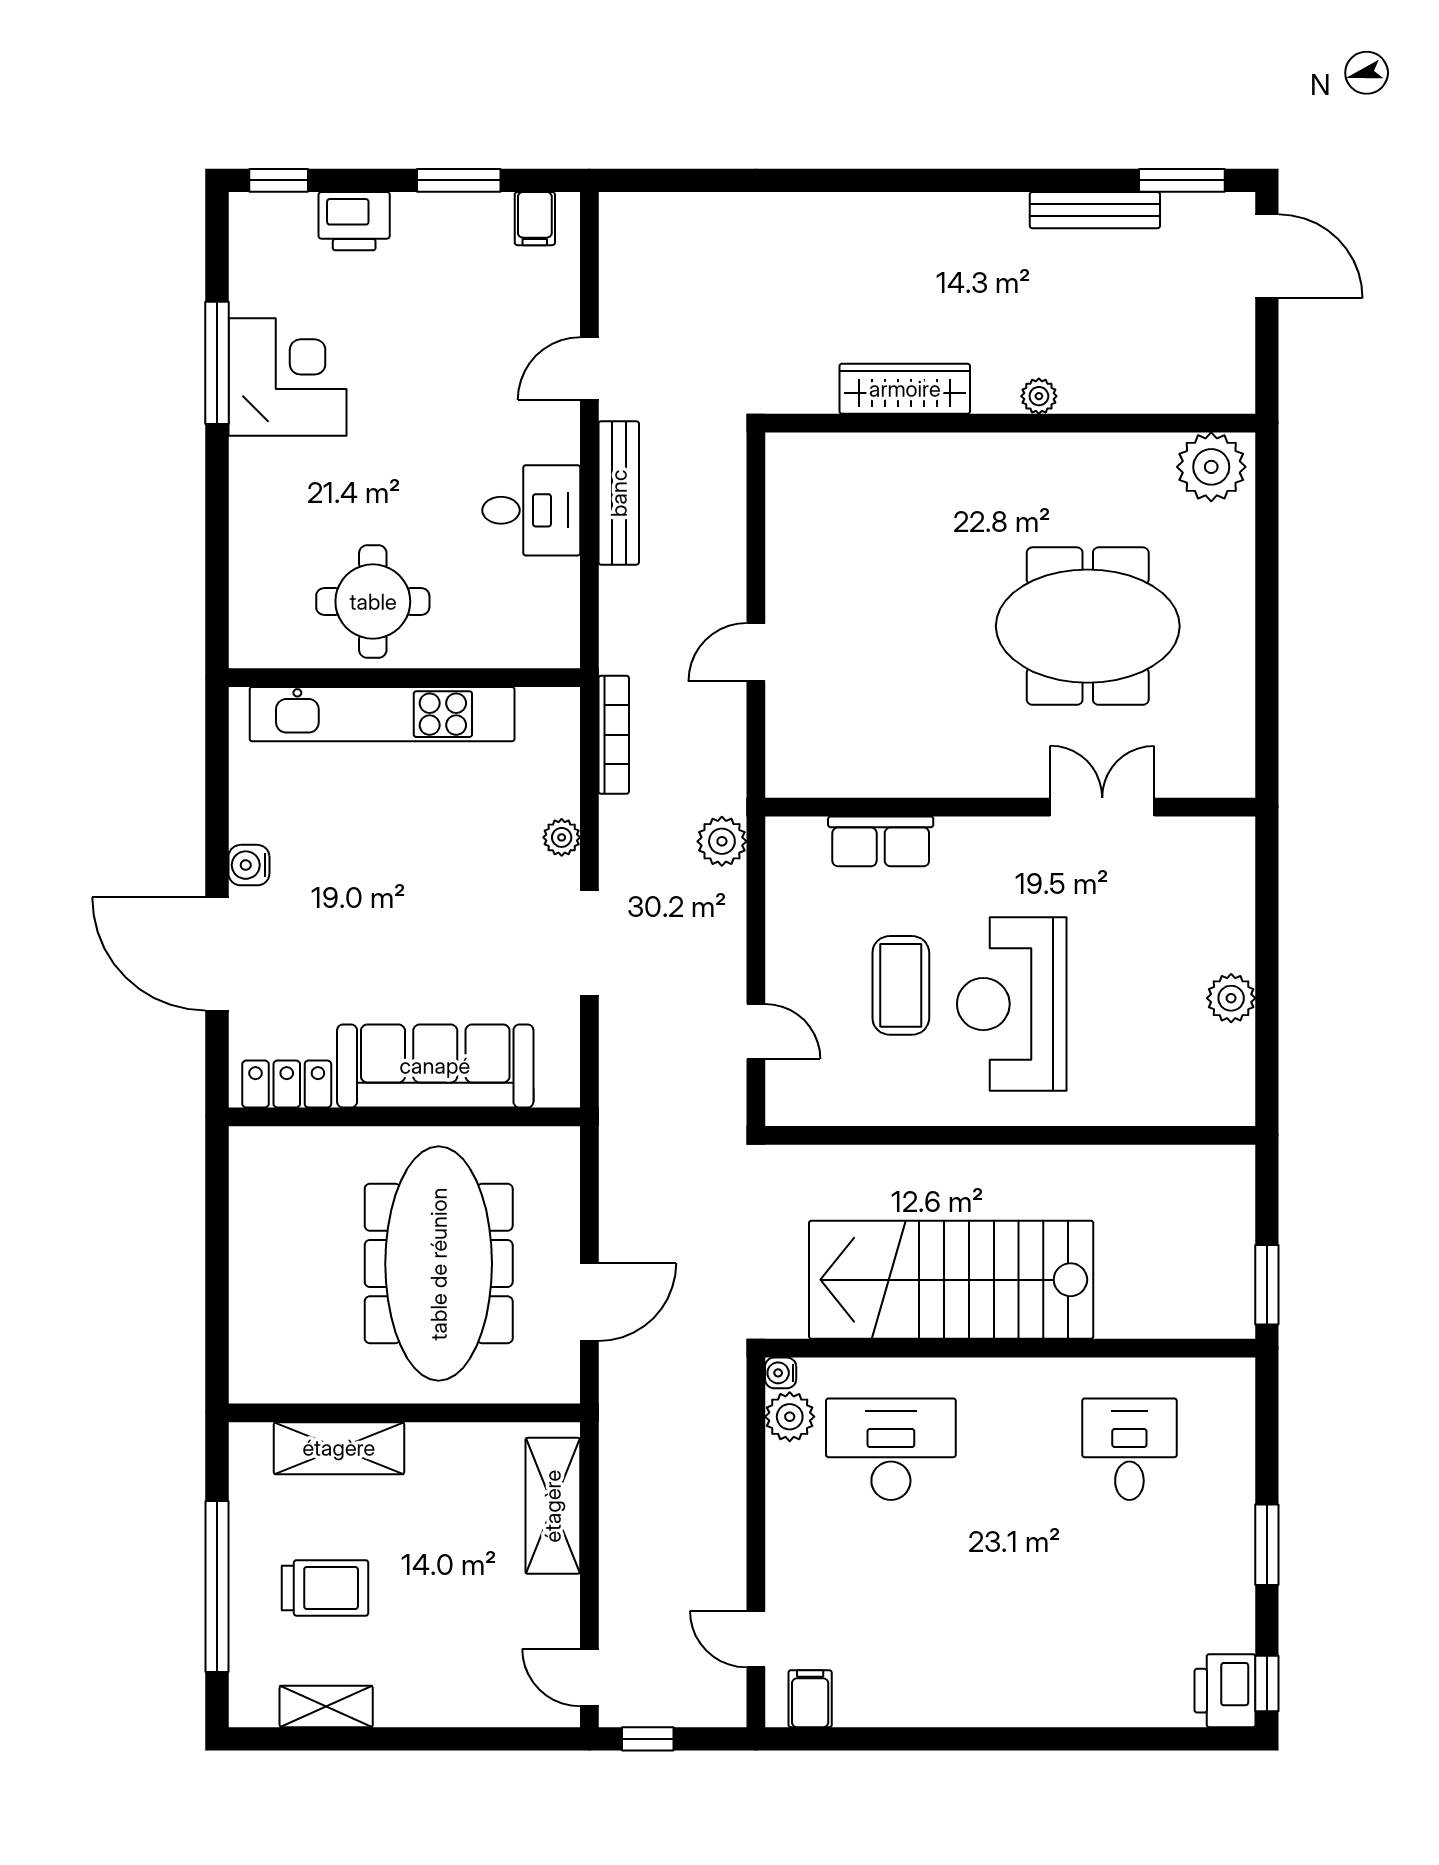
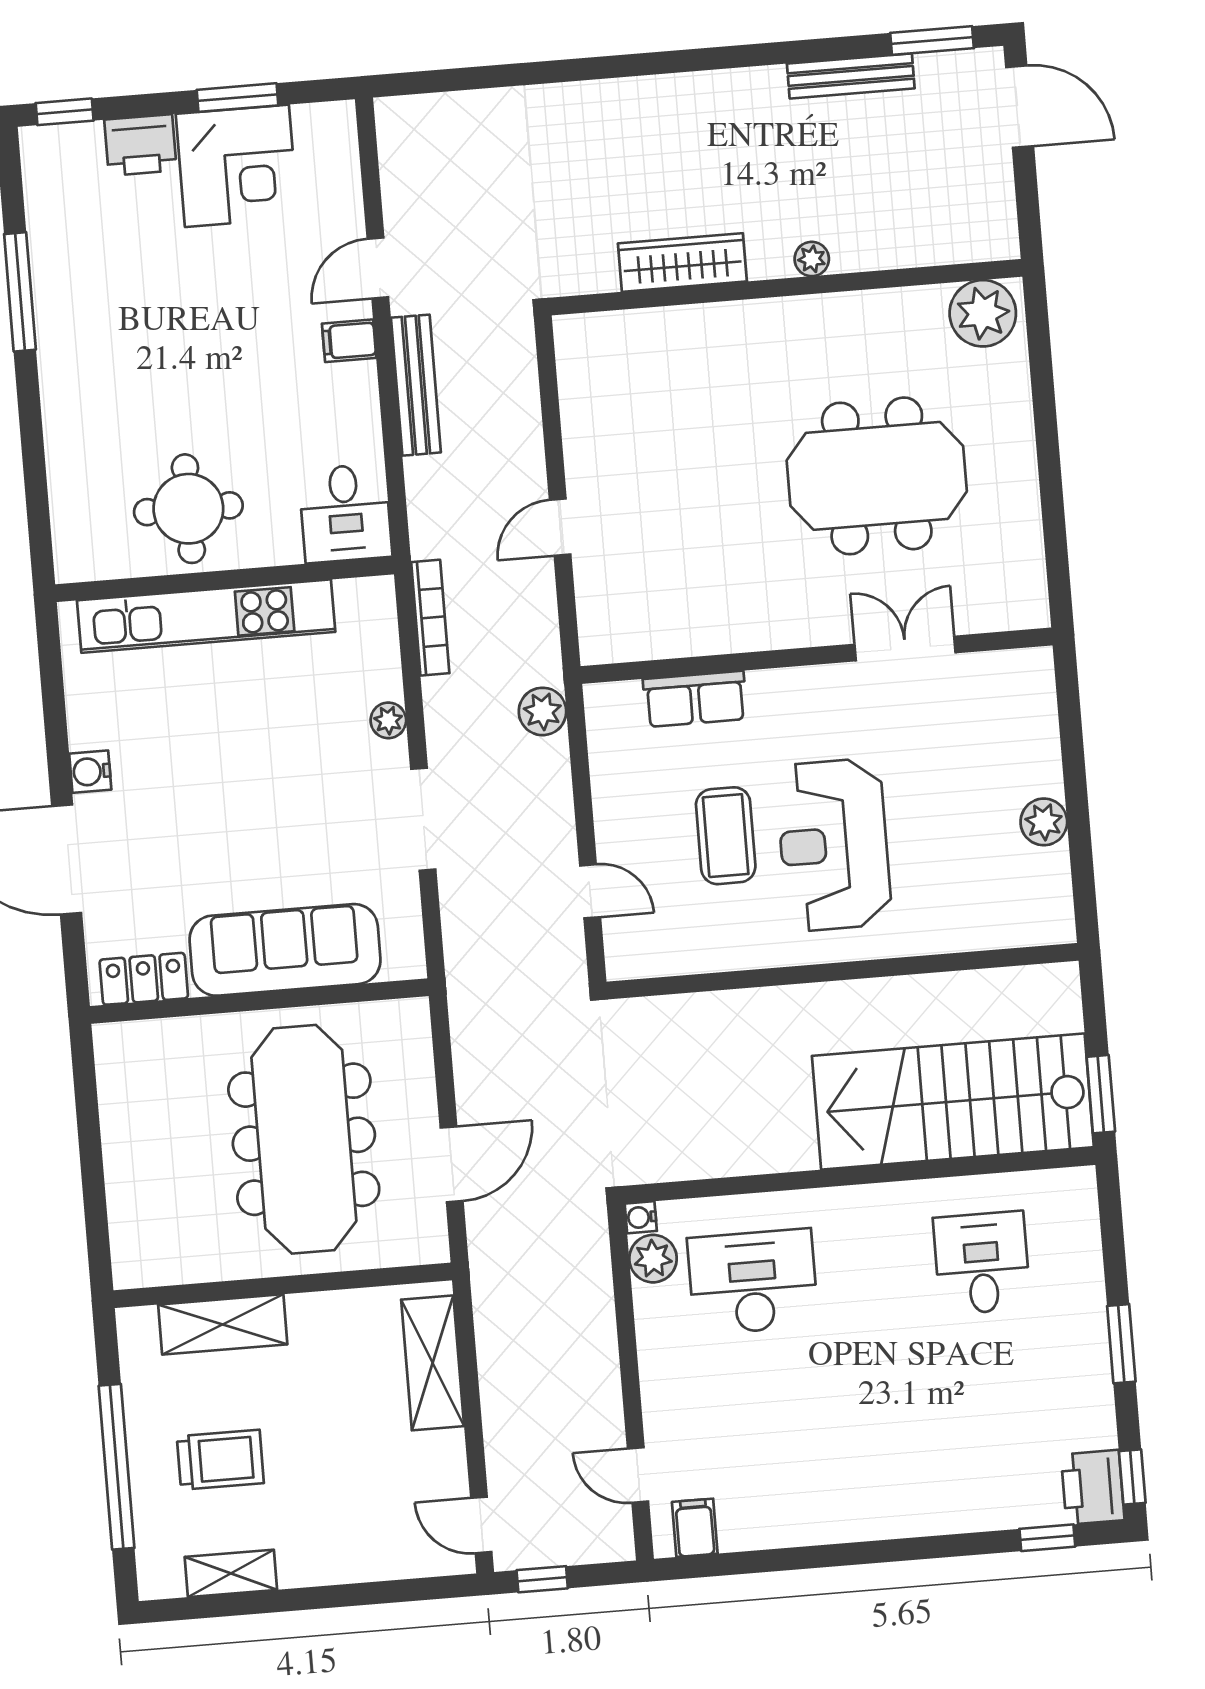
filing cabinet: (535, 219) -> (349, 341), moved, turned 90
corner desk: (288, 377) -> (237, 166), moved, turned 90
desk: (531, 510) -> (345, 513), moved, turned 90
stairs: (951, 1280) -> (953, 1102), moved
window: (1174, 1739) -> (1047, 1538), added

